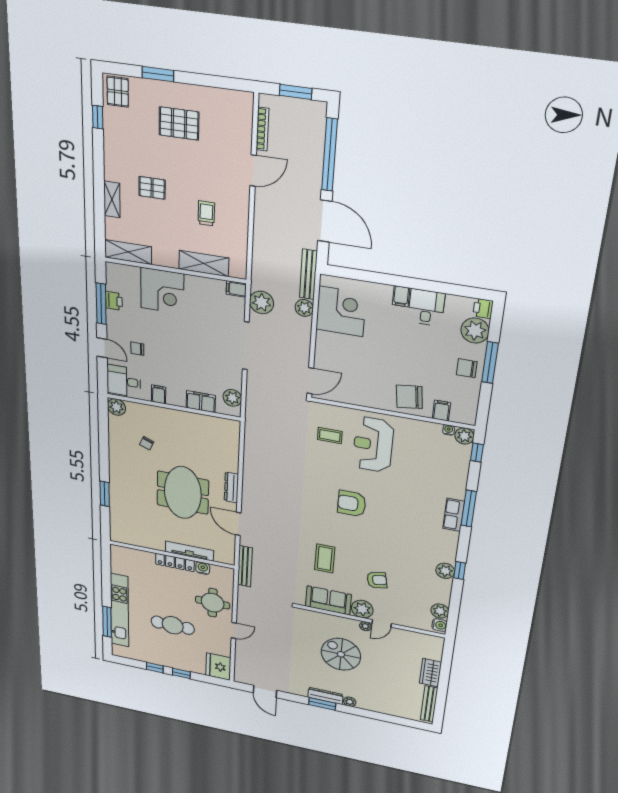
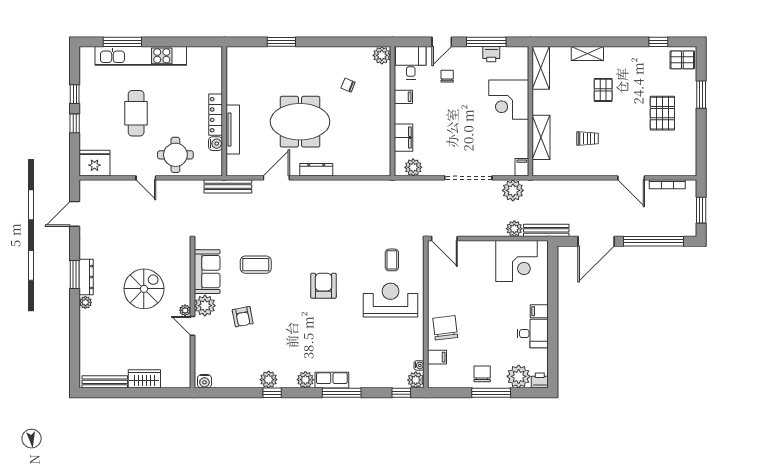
plant: (440, 611) -> (305, 380), moved

